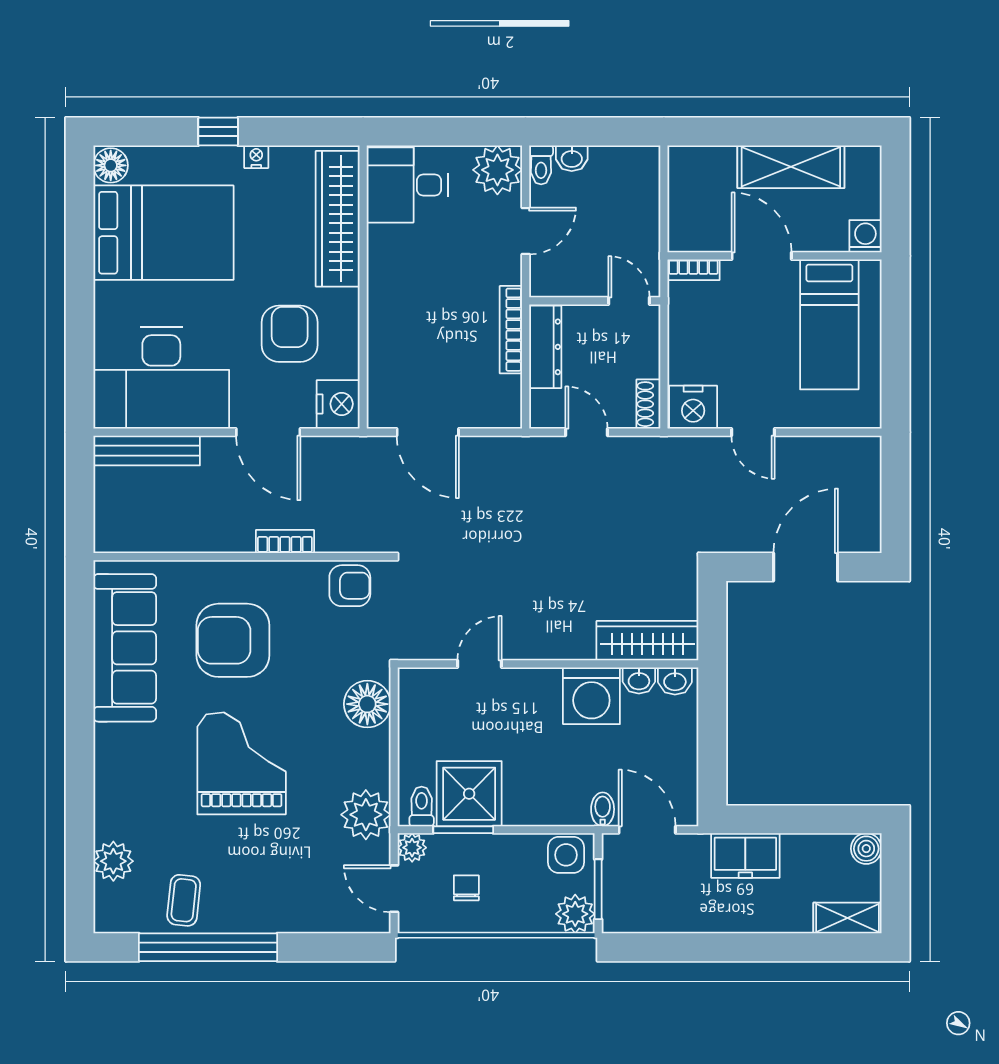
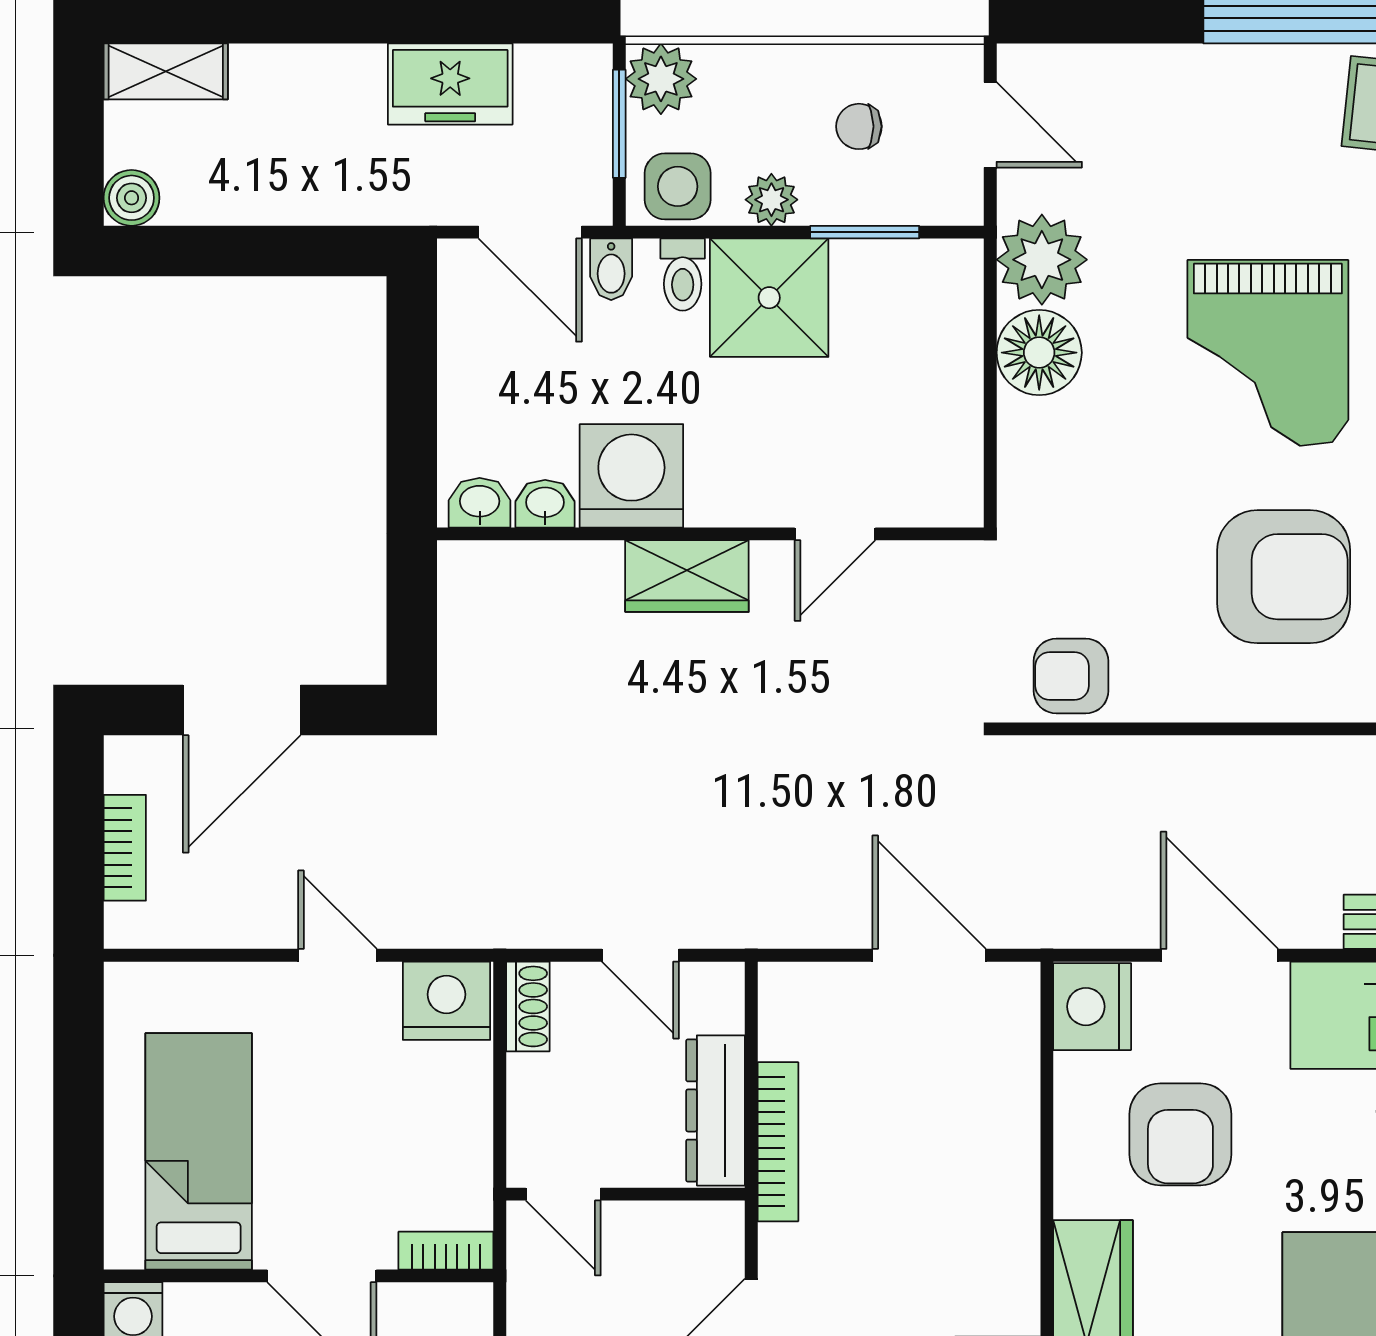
bookcase: (285, 542) -> (125, 848), moved, turned -90
wardrobe: (647, 641) -> (687, 576), moved, width x0.67
floor lamp: (367, 704) -> (1039, 353), moved
shower: (469, 794) -> (769, 298), moved
toilet: (422, 806) -> (683, 275), moved
plant: (412, 848) -> (771, 200), moved
freezer: (745, 855) -> (450, 84), moved, turned 180
chair: (466, 888) -> (859, 126), turned 90

